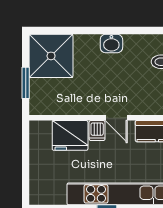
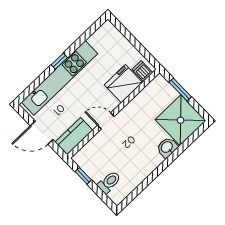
washbasin: (111, 44) -> (167, 147), moved
dishwasher: (97, 131) -> (142, 71), moved

